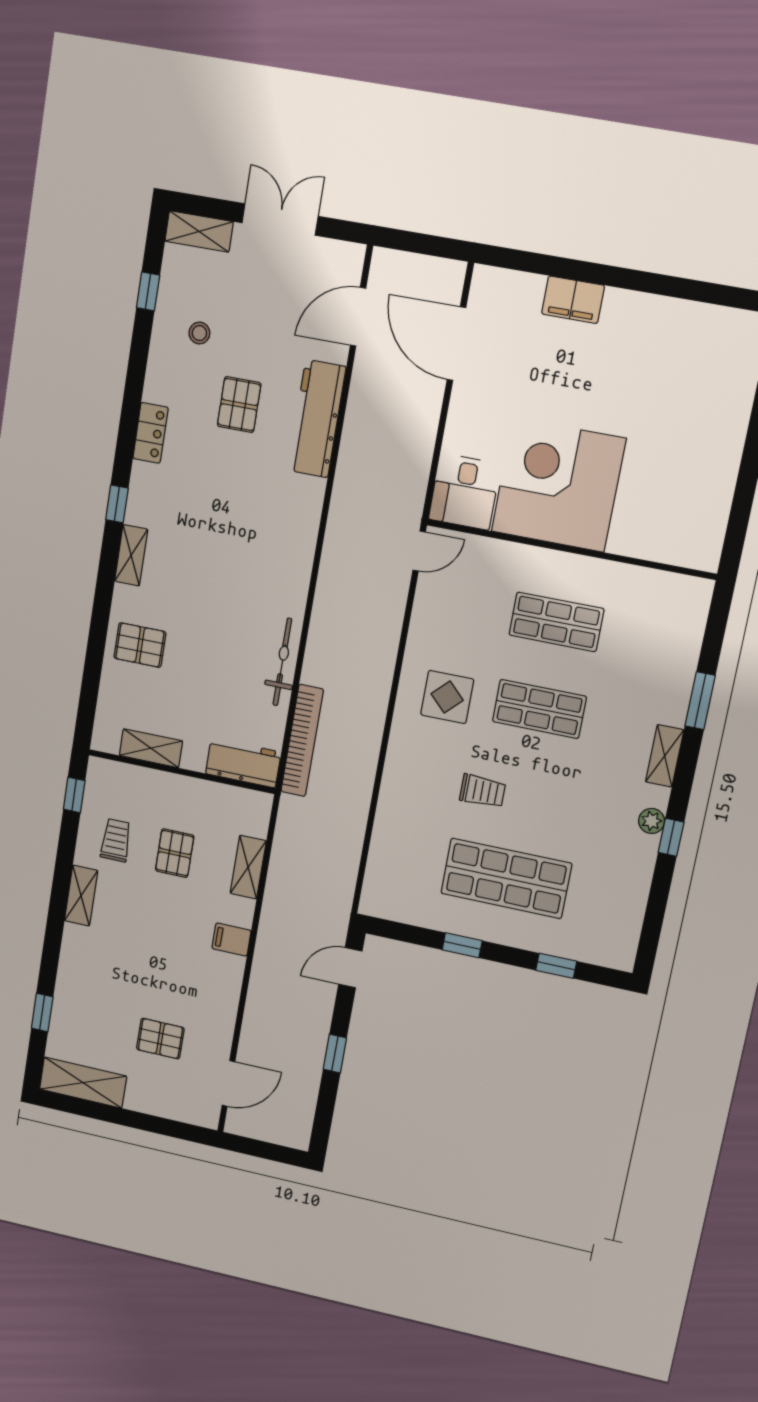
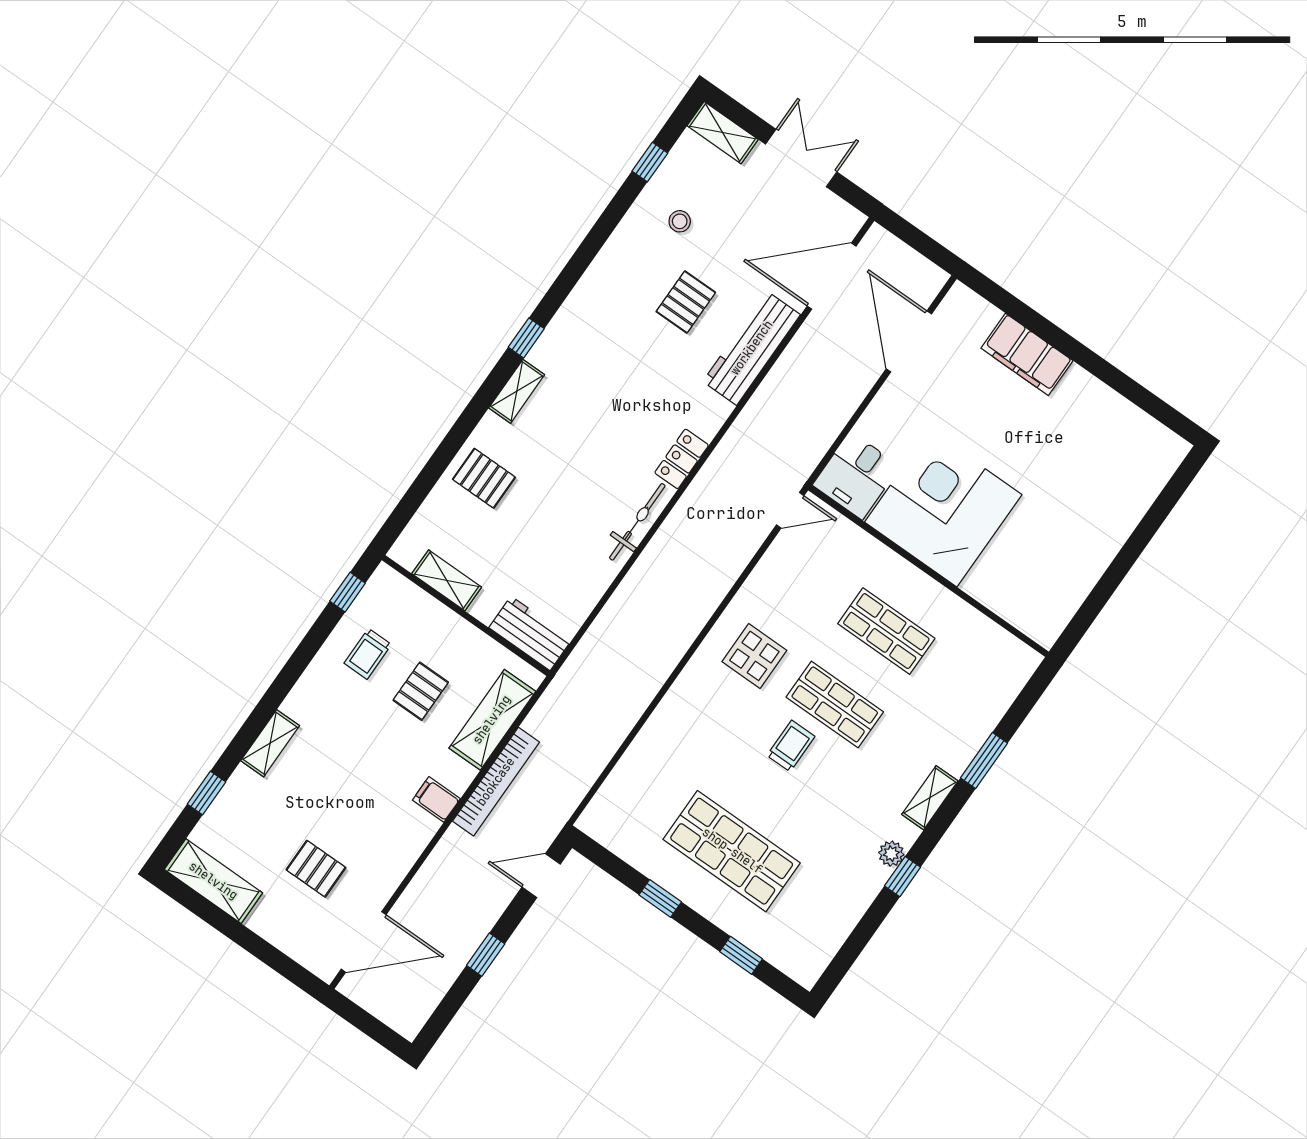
filing cabinet: (573, 300) -> (1027, 354), width x1.50, depth x1.17
door: (358, 317) -> (832, 276), width x1.36
locker: (150, 433) -> (682, 459), moved, turned 180
bicycle: (282, 662) -> (637, 522), moved
bookcase: (302, 741) -> (496, 782), moved
trolley: (483, 791) -> (791, 746), moved, turned -90
trolley: (116, 840) -> (368, 654), turned 180
shelving: (248, 867) -> (492, 720), width x1.50, depth x1.33
shelving: (81, 896) -> (270, 743), moved
door: (228, 1084) -> (364, 942), width x1.36

